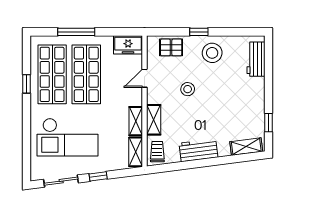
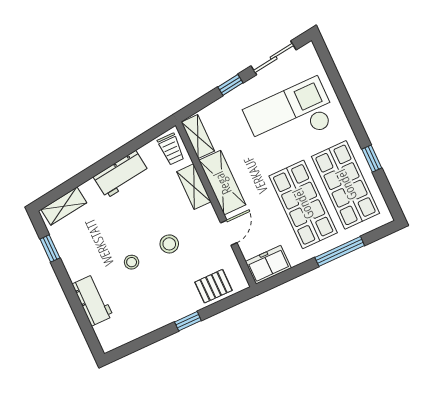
stool: (212, 53) -> (132, 262), moved, width x0.53, depth x0.53
workbench: (256, 59) -> (93, 300), moved
shelving: (136, 121) -> (222, 183), width x1.50, depth x1.33

